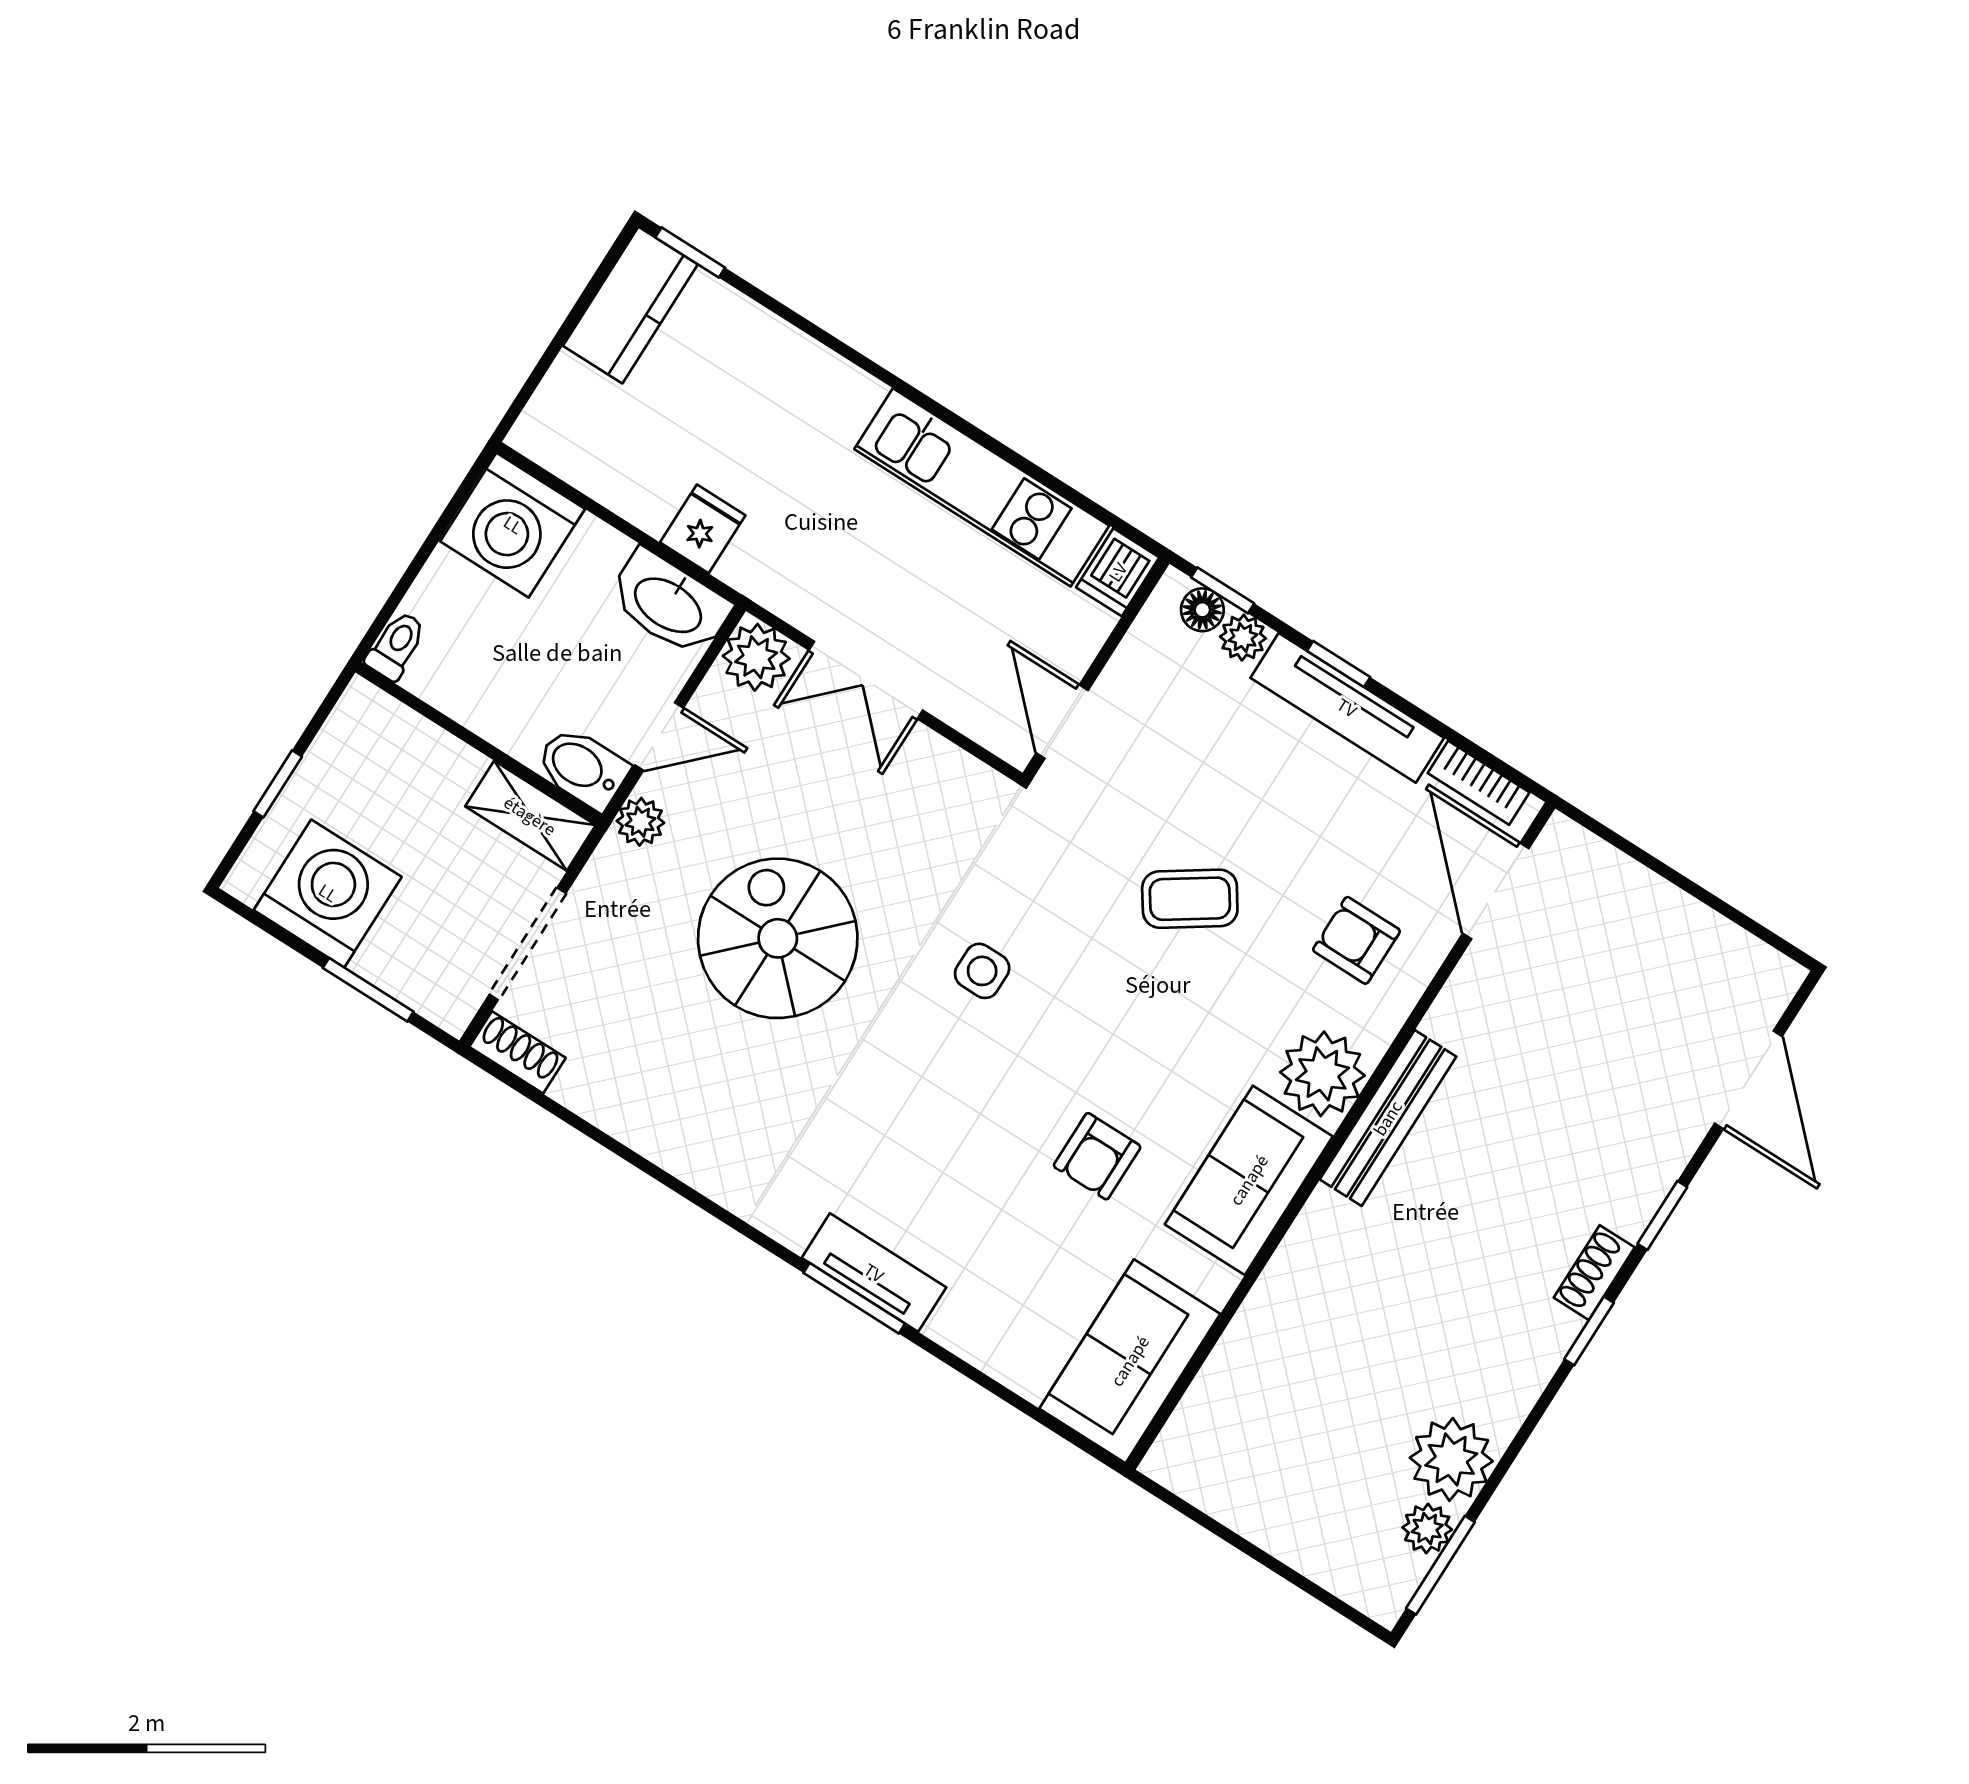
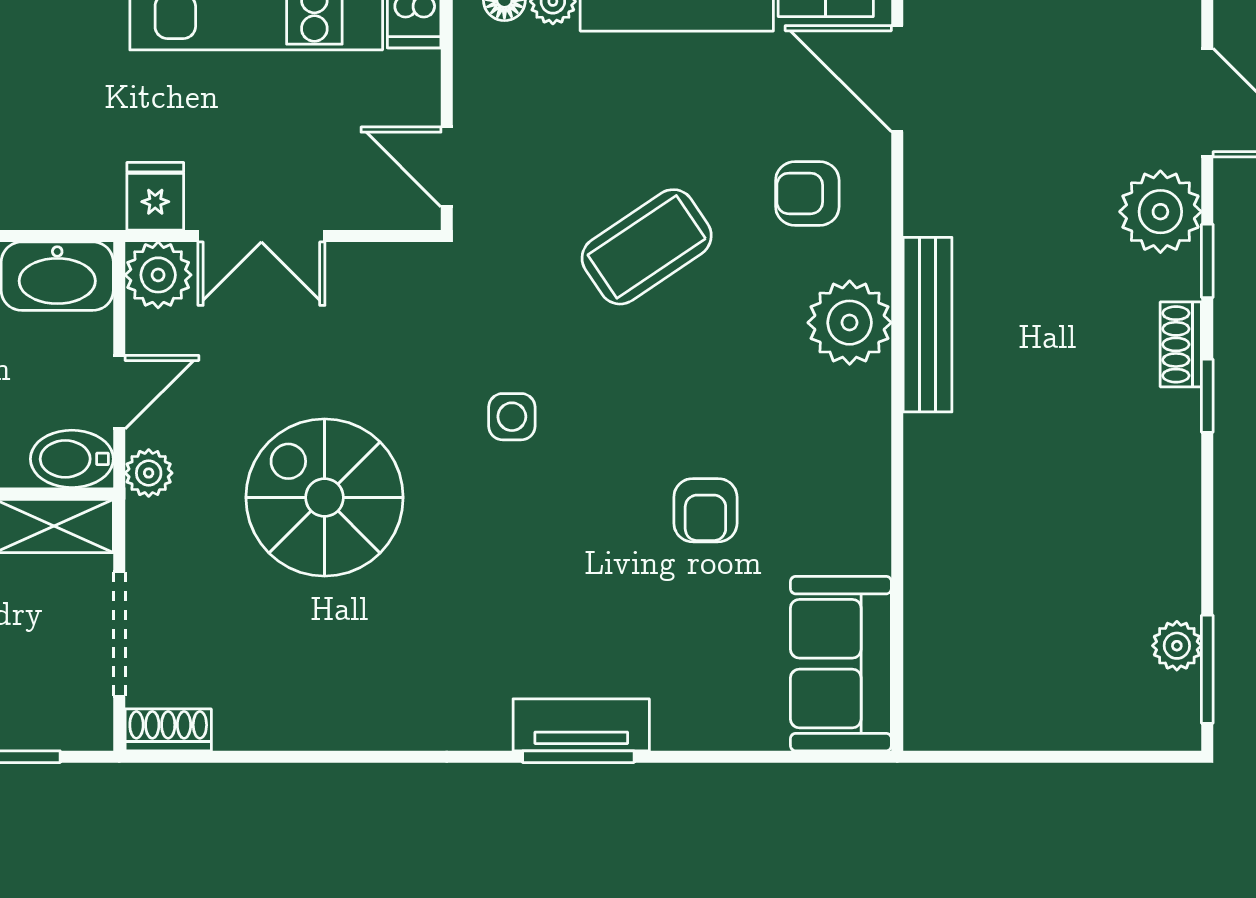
fridge: (703, 529) -> (155, 196), moved
coffee table: (1190, 899) -> (647, 247), width x1.36, depth x1.30
sofa: (1249, 1180) -> (845, 450), removed
plant: (1451, 1459) -> (1160, 212), moved

